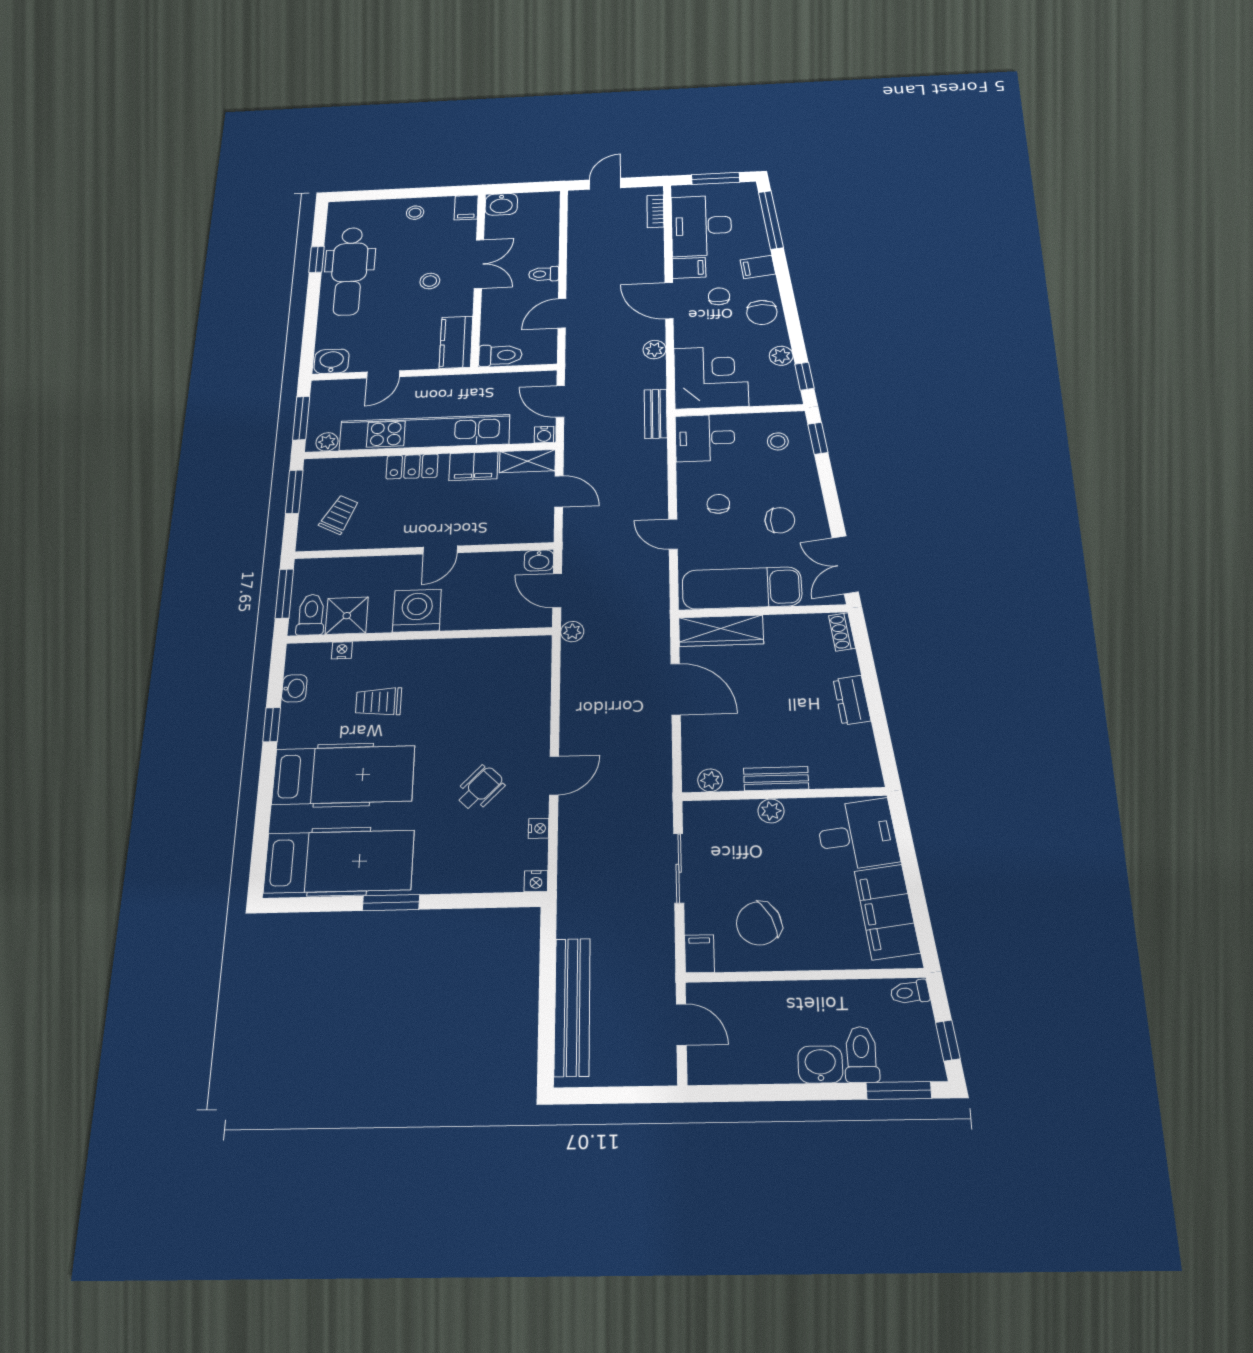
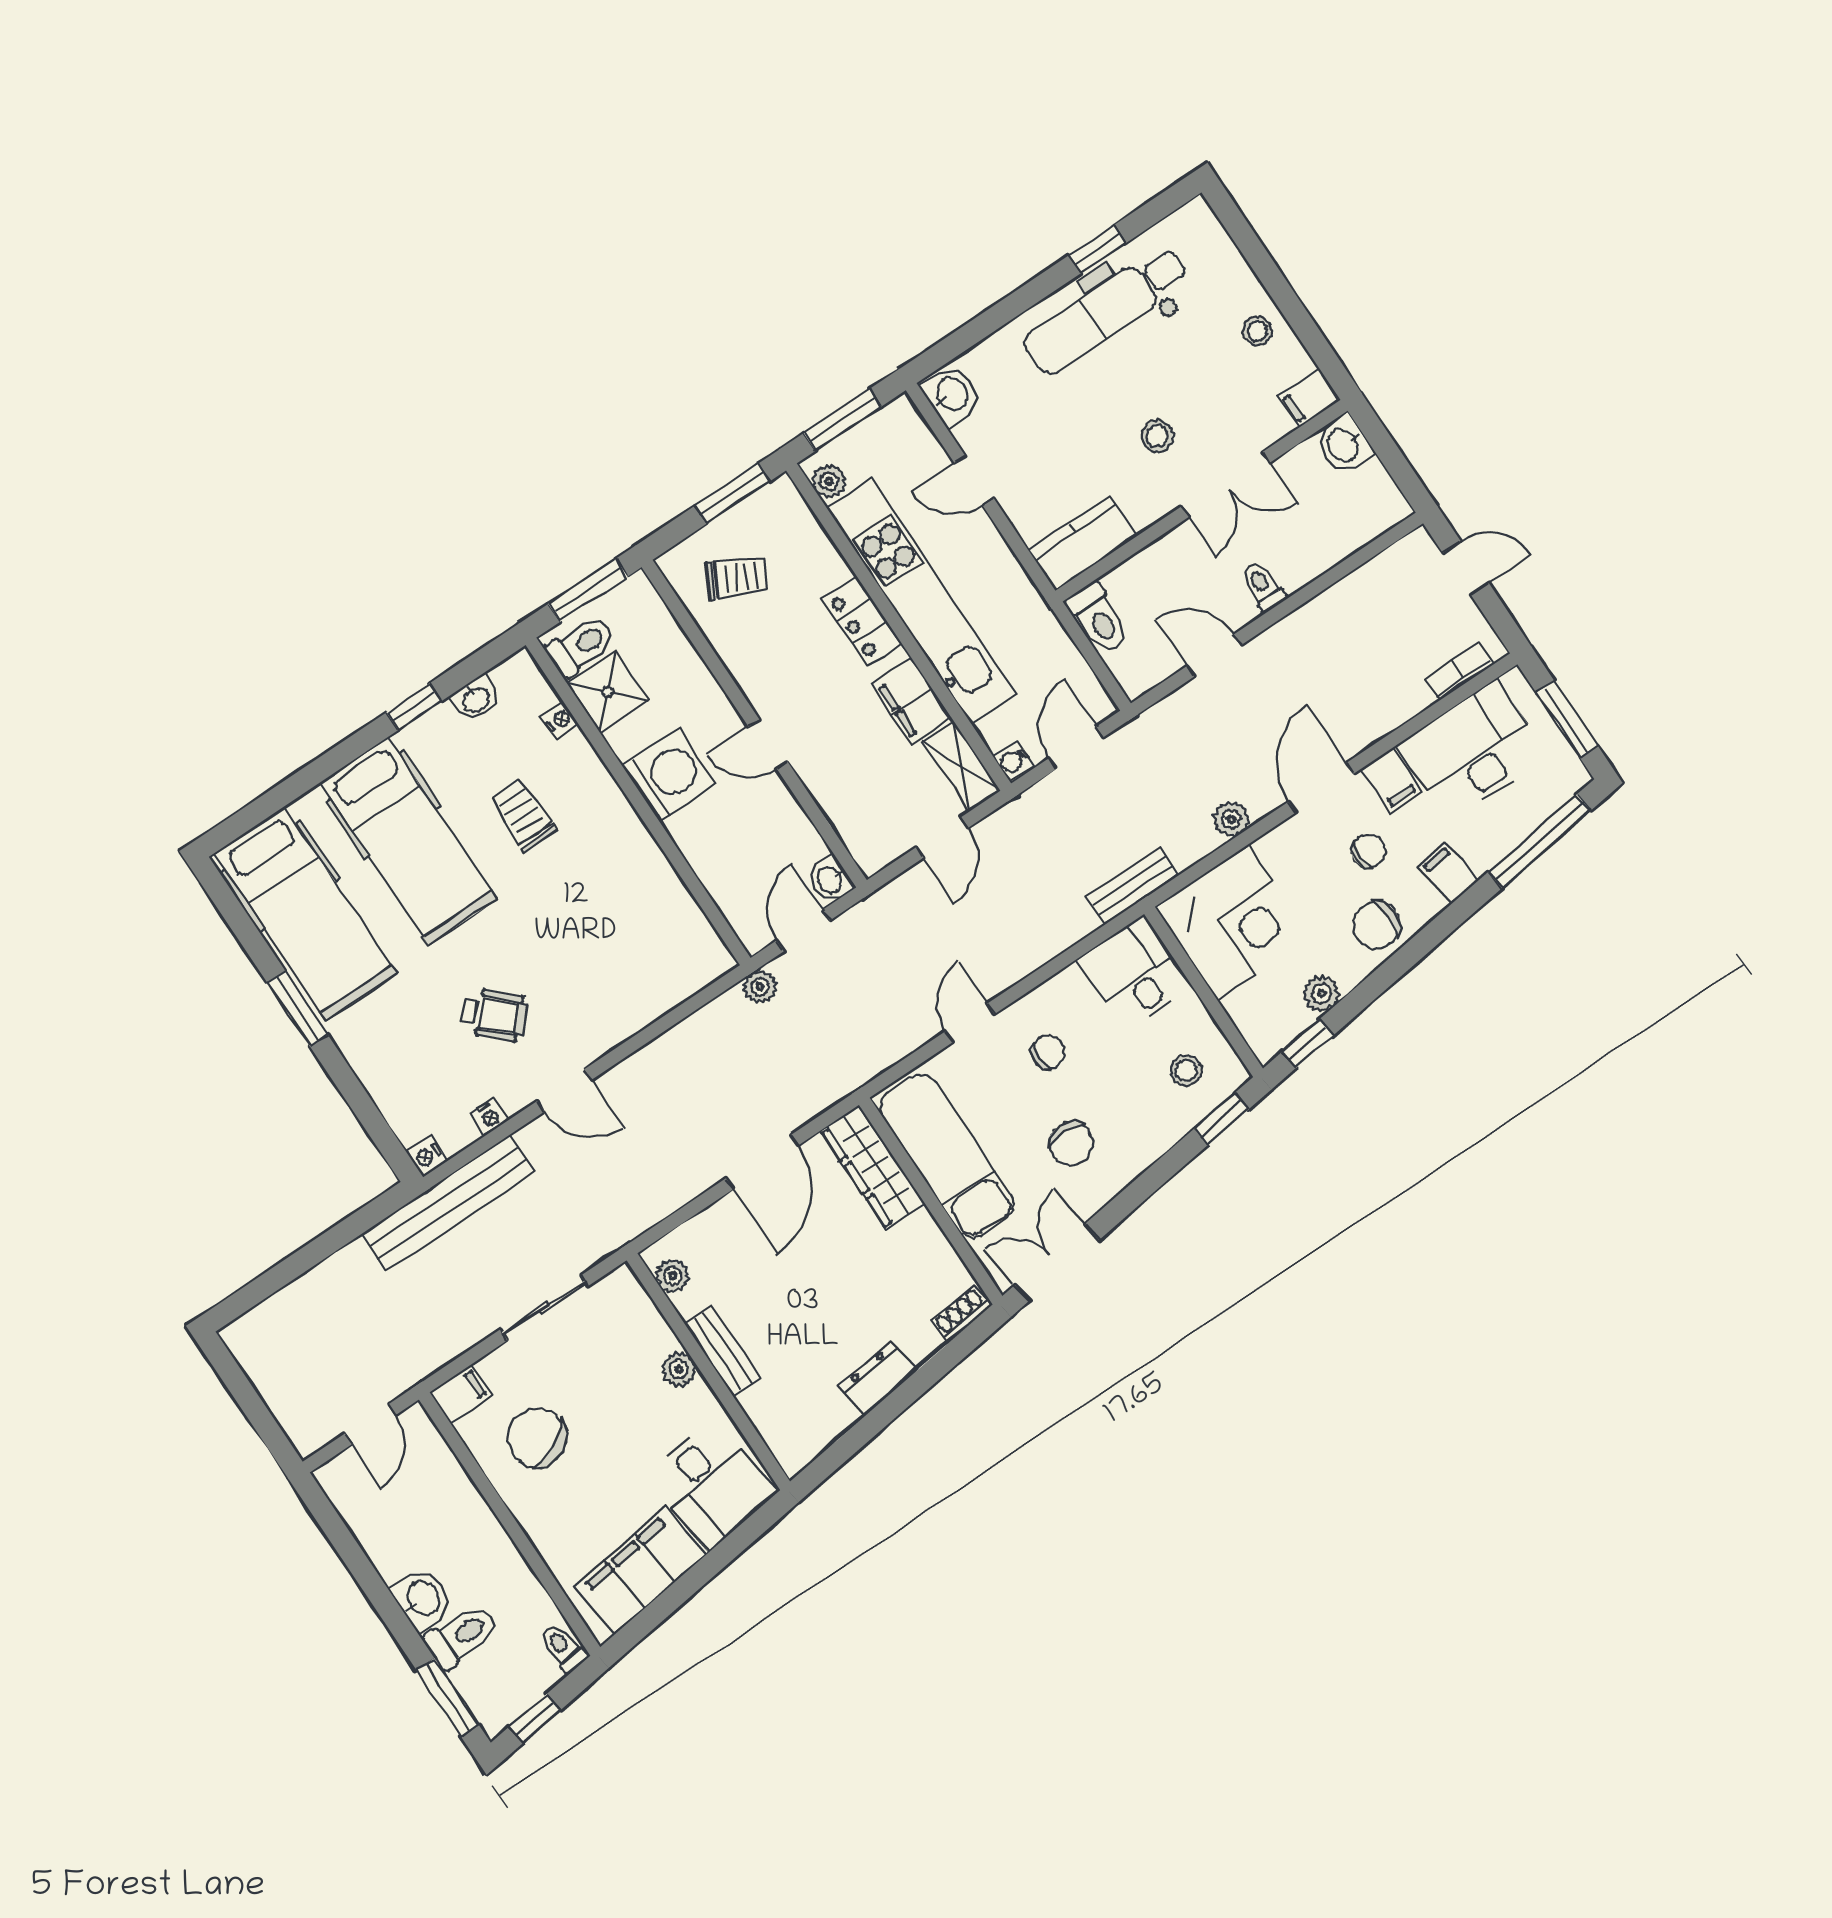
bench: (572, 1007) -> (448, 1203), moved

